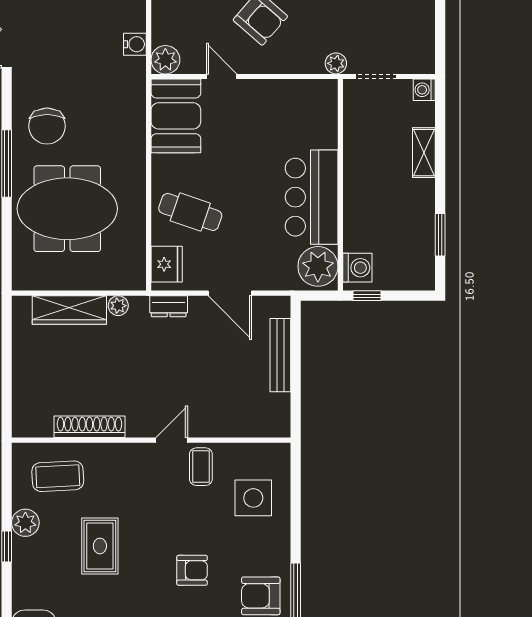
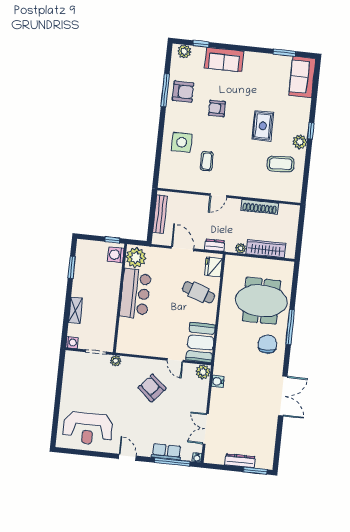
shoe rack: (89, 427) -> (260, 207), moved
wall: (151, 440) -> (229, 197), moved
door: (172, 440) -> (218, 195), moved

